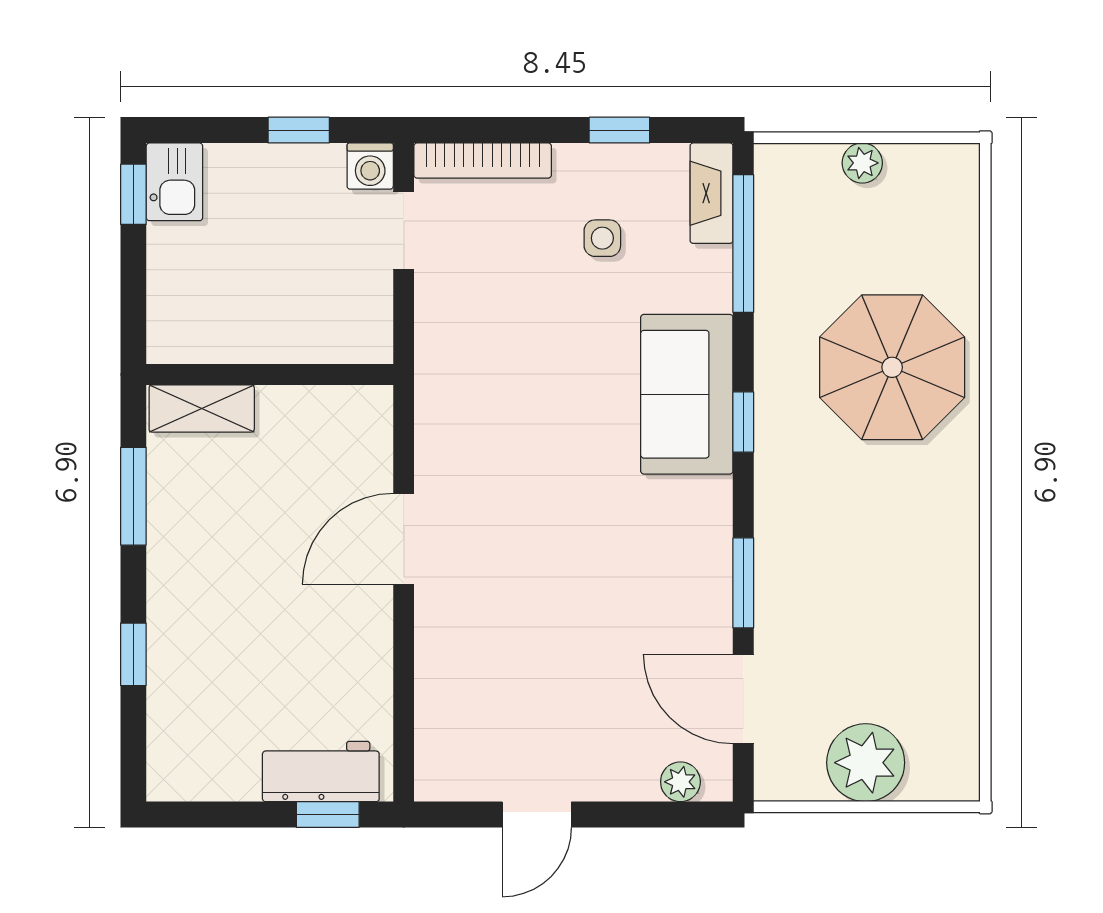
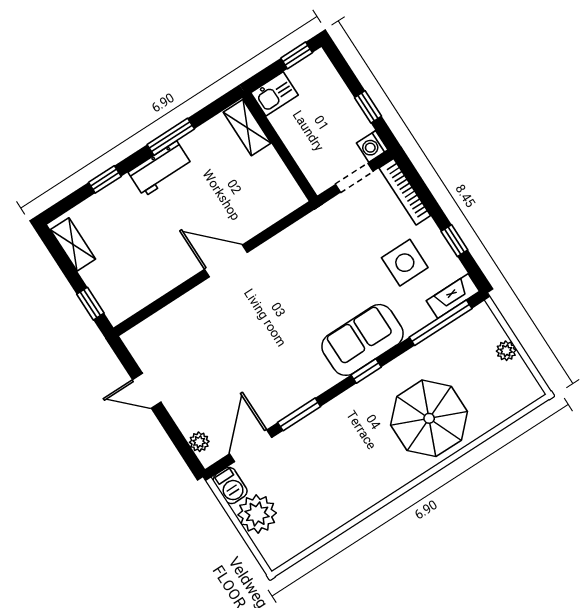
kitchen sink: (174, 182) -> (274, 94), moved
side table: (602, 238) -> (405, 263), width x1.87, depth x1.87
wall: (270, 375) -> (280, 147), moved
shelving: (202, 408) -> (247, 128), moved
workbench: (321, 772) -> (160, 169), moved, turned 90
barbecue: (788, 777) -> (230, 485), added
shelving: (209, 779) -> (73, 244), added

